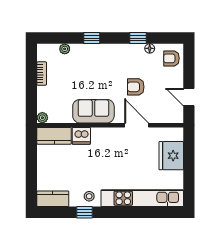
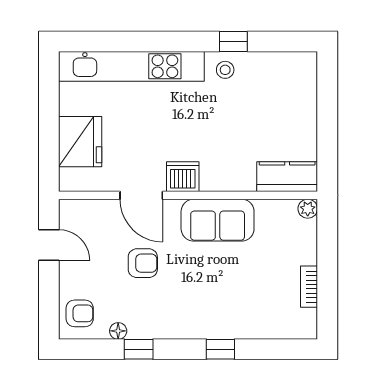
plant: (65, 49) -> (268, 330), removed
dishwasher: (81, 136) -> (183, 177), moved
kitchen counter: (53, 199) -> (289, 65), removed

